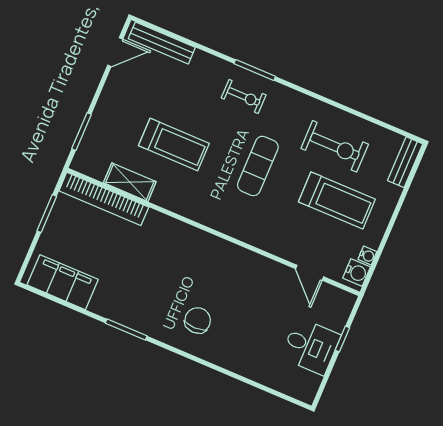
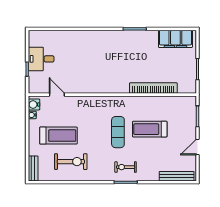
door: (115, 52) -> (197, 147), moved
exercise bike: (335, 146) -> (71, 162), turned 180
exercise mat: (258, 166) -> (118, 132), moved
shelving: (130, 182) -> (163, 102), removed
bookcase: (104, 199) -> (153, 88), moved
treadmill: (337, 201) -> (58, 136), turned 180
chair: (198, 320) -> (102, 48), removed

